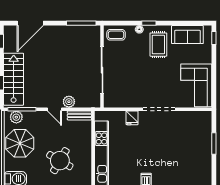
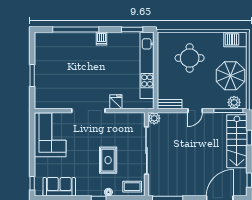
rug: (158, 45) -> (108, 160), moved
plant: (69, 102) -> (154, 118), moved
door: (54, 109) -> (195, 111), swing flipped
round table: (60, 161) -> (190, 58), turned -30

